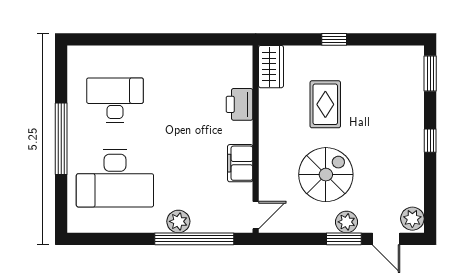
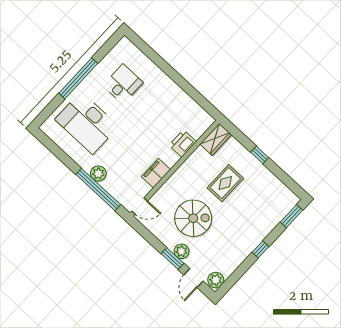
desk: (115, 100) -> (123, 84), width x0.73

